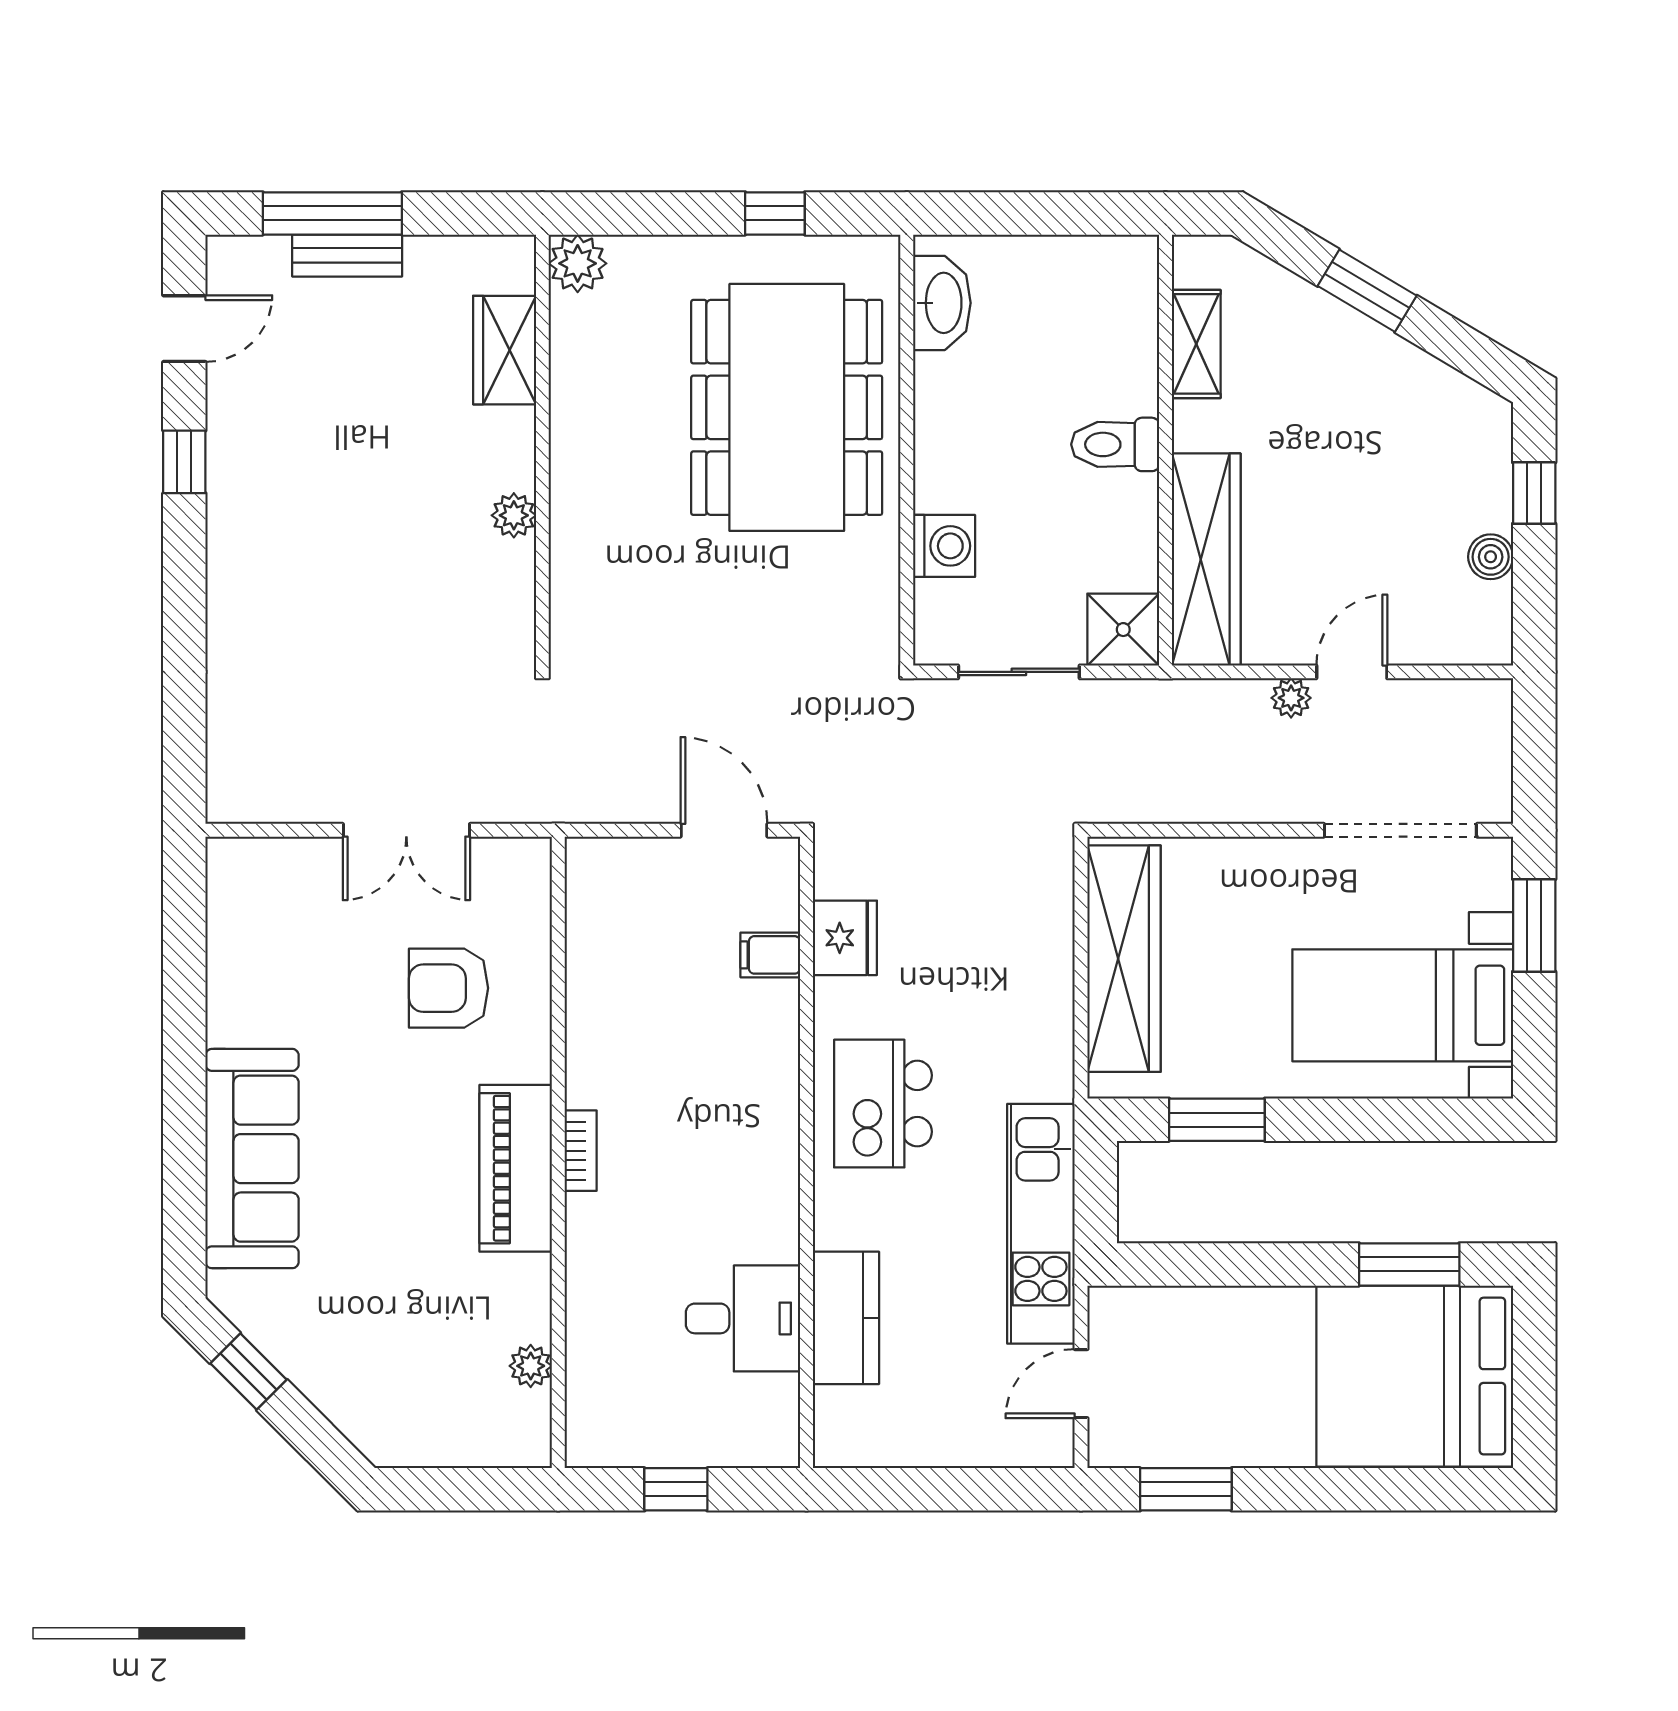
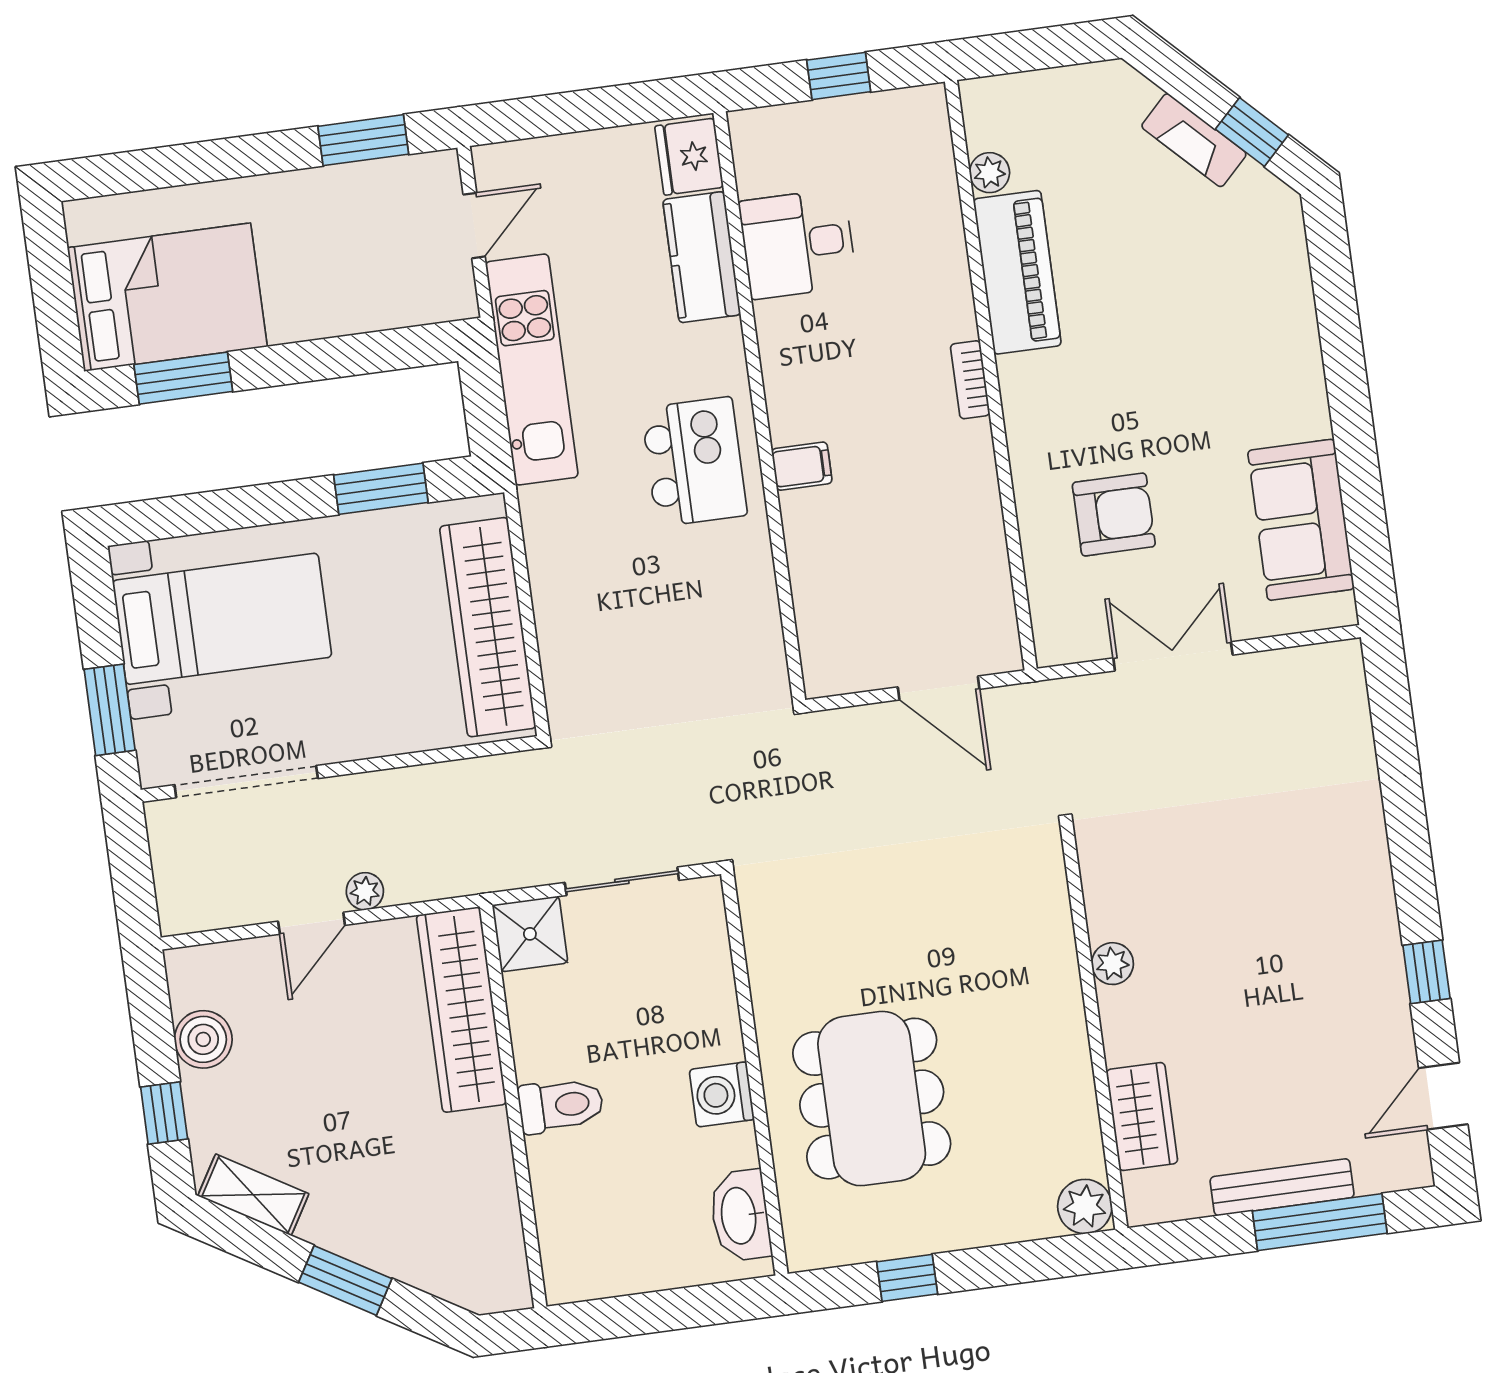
bench: (347, 256) -> (1282, 1187), width x1.36
shelving: (1196, 344) -> (253, 1195), moved, turned -59
dining table: (787, 407) -> (872, 1099), width x0.73, depth x0.80
washing machine: (944, 546) -> (722, 1095), moved
boiler: (1491, 557) -> (203, 1039), width x1.36, depth x1.36
door: (724, 830) -> (939, 688), moved
fridge: (845, 938) -> (689, 157), moved
filing cabinet: (770, 955) -> (802, 466), moved
sofa: (252, 1159) -> (1301, 520), moved, width x0.73
piano: (516, 1168) -> (1017, 272), moved
fireplace: (311, 1371) -> (1194, 140), added
bed: (1415, 1376) -> (167, 297), width x0.73

